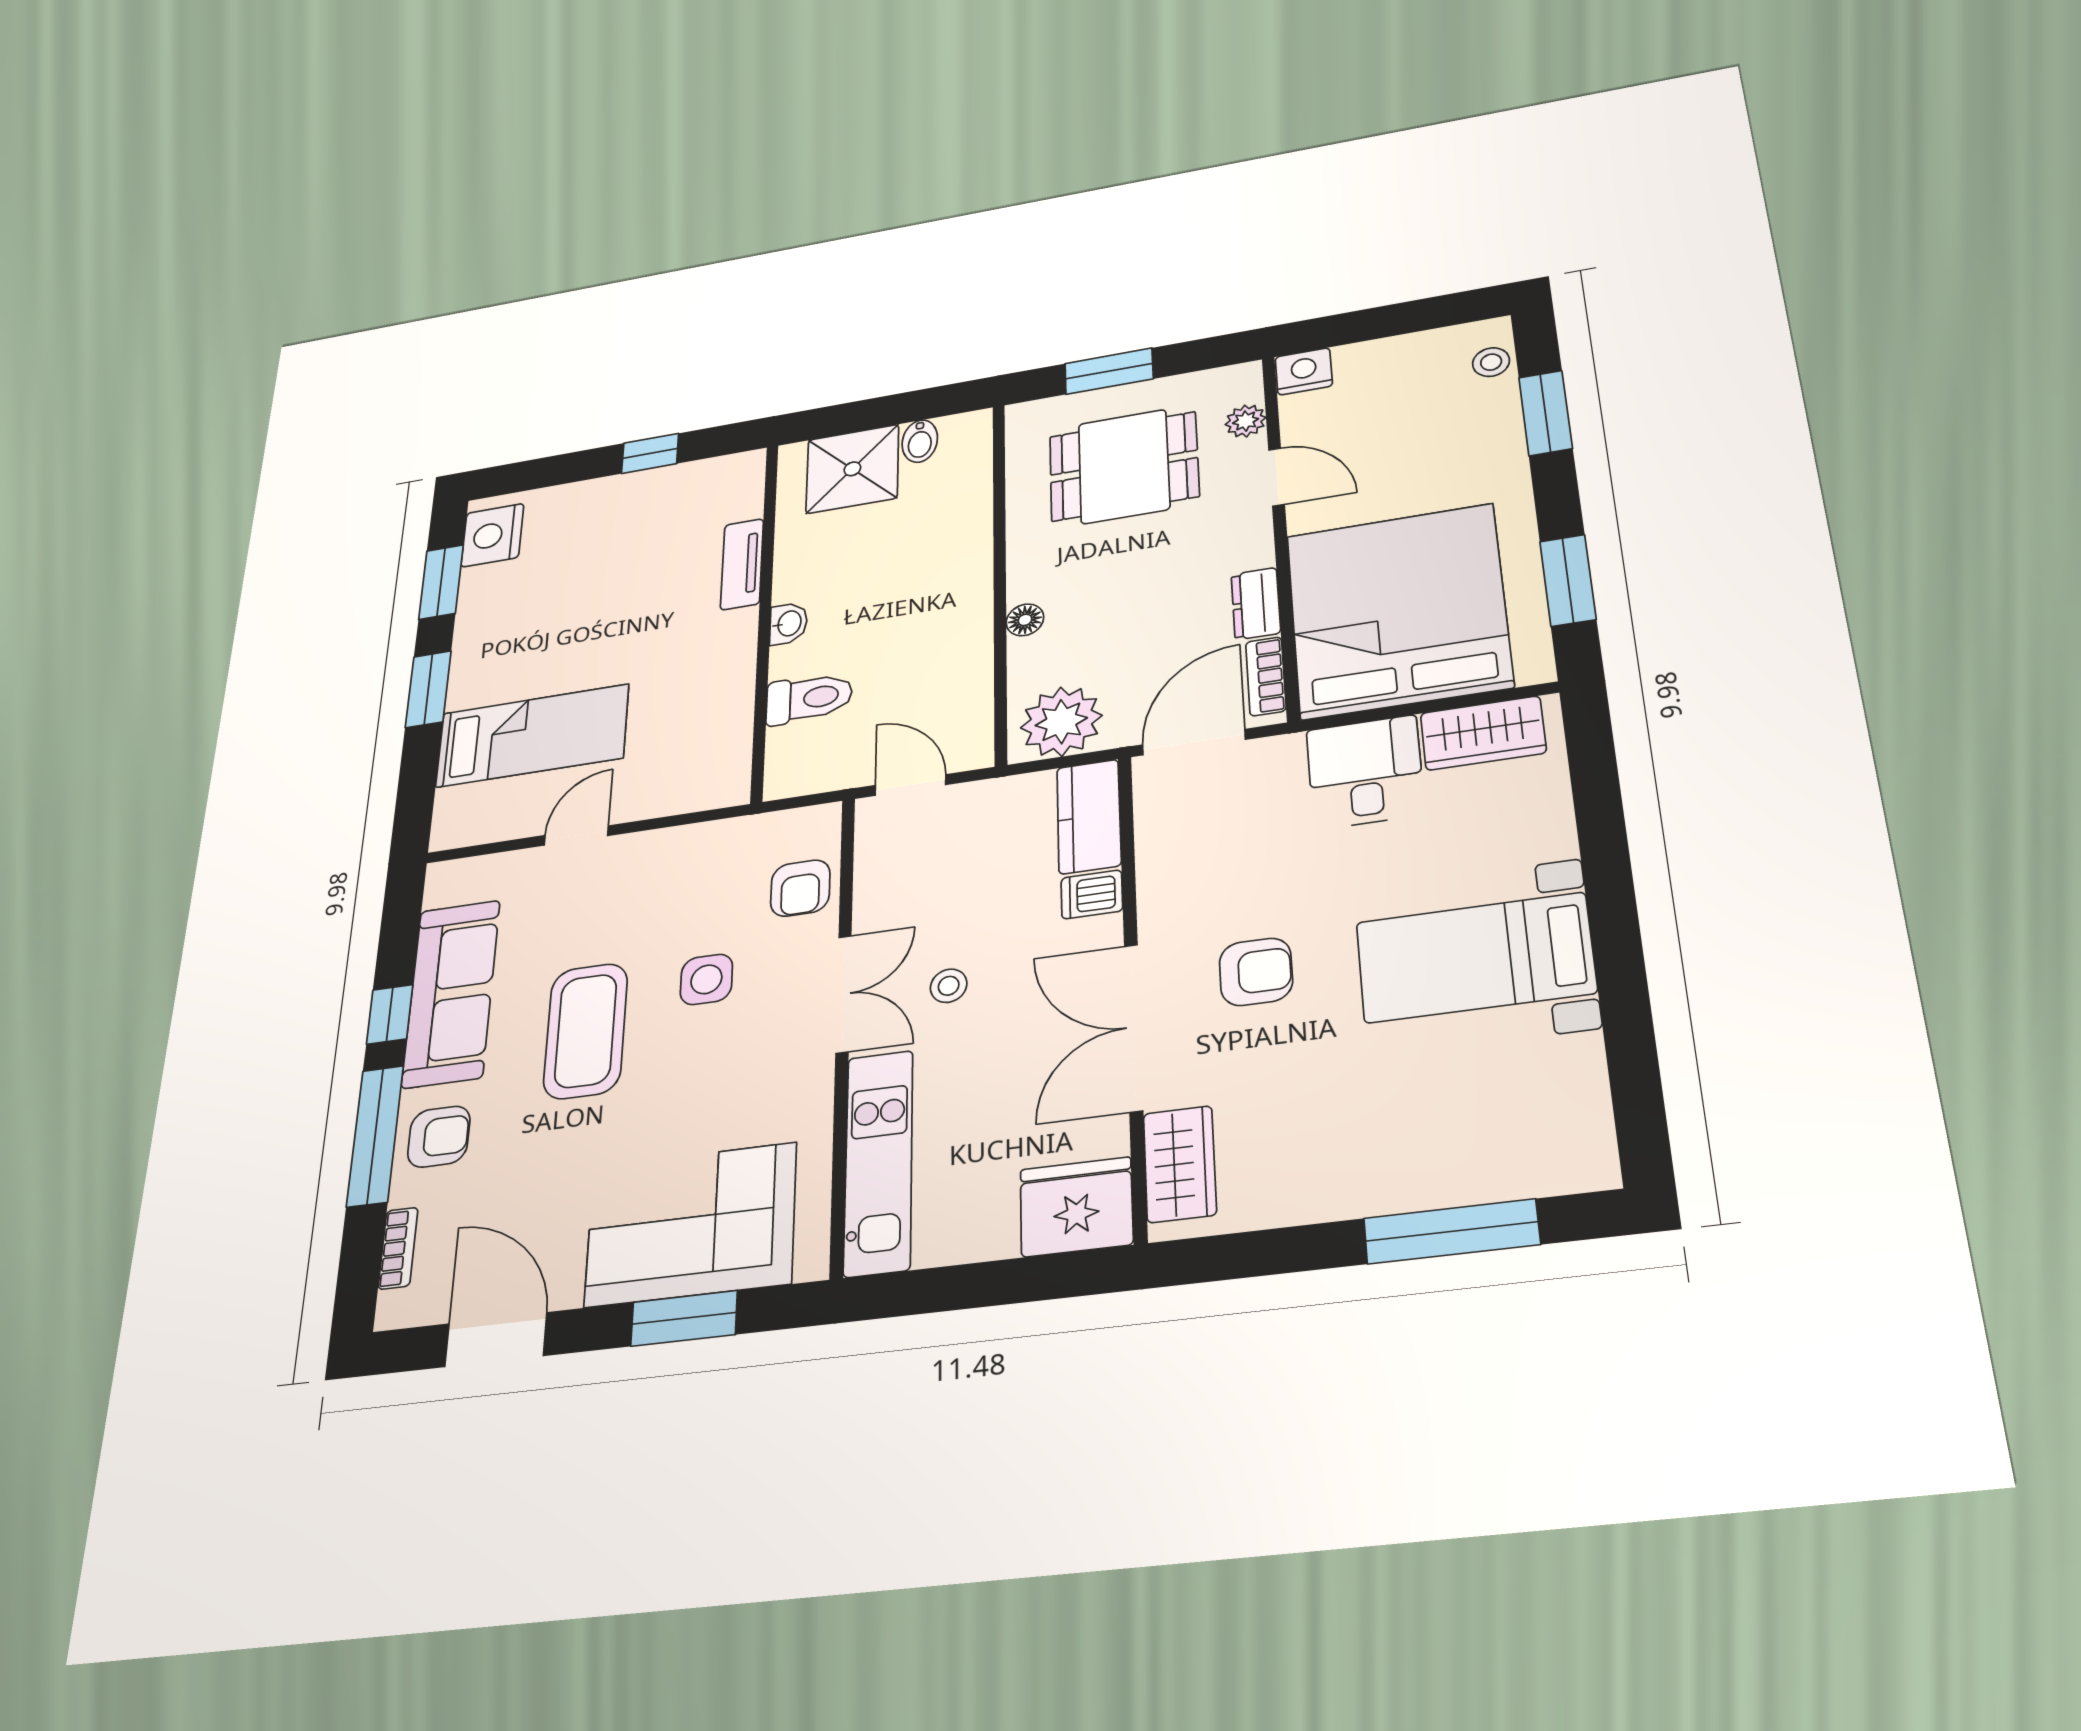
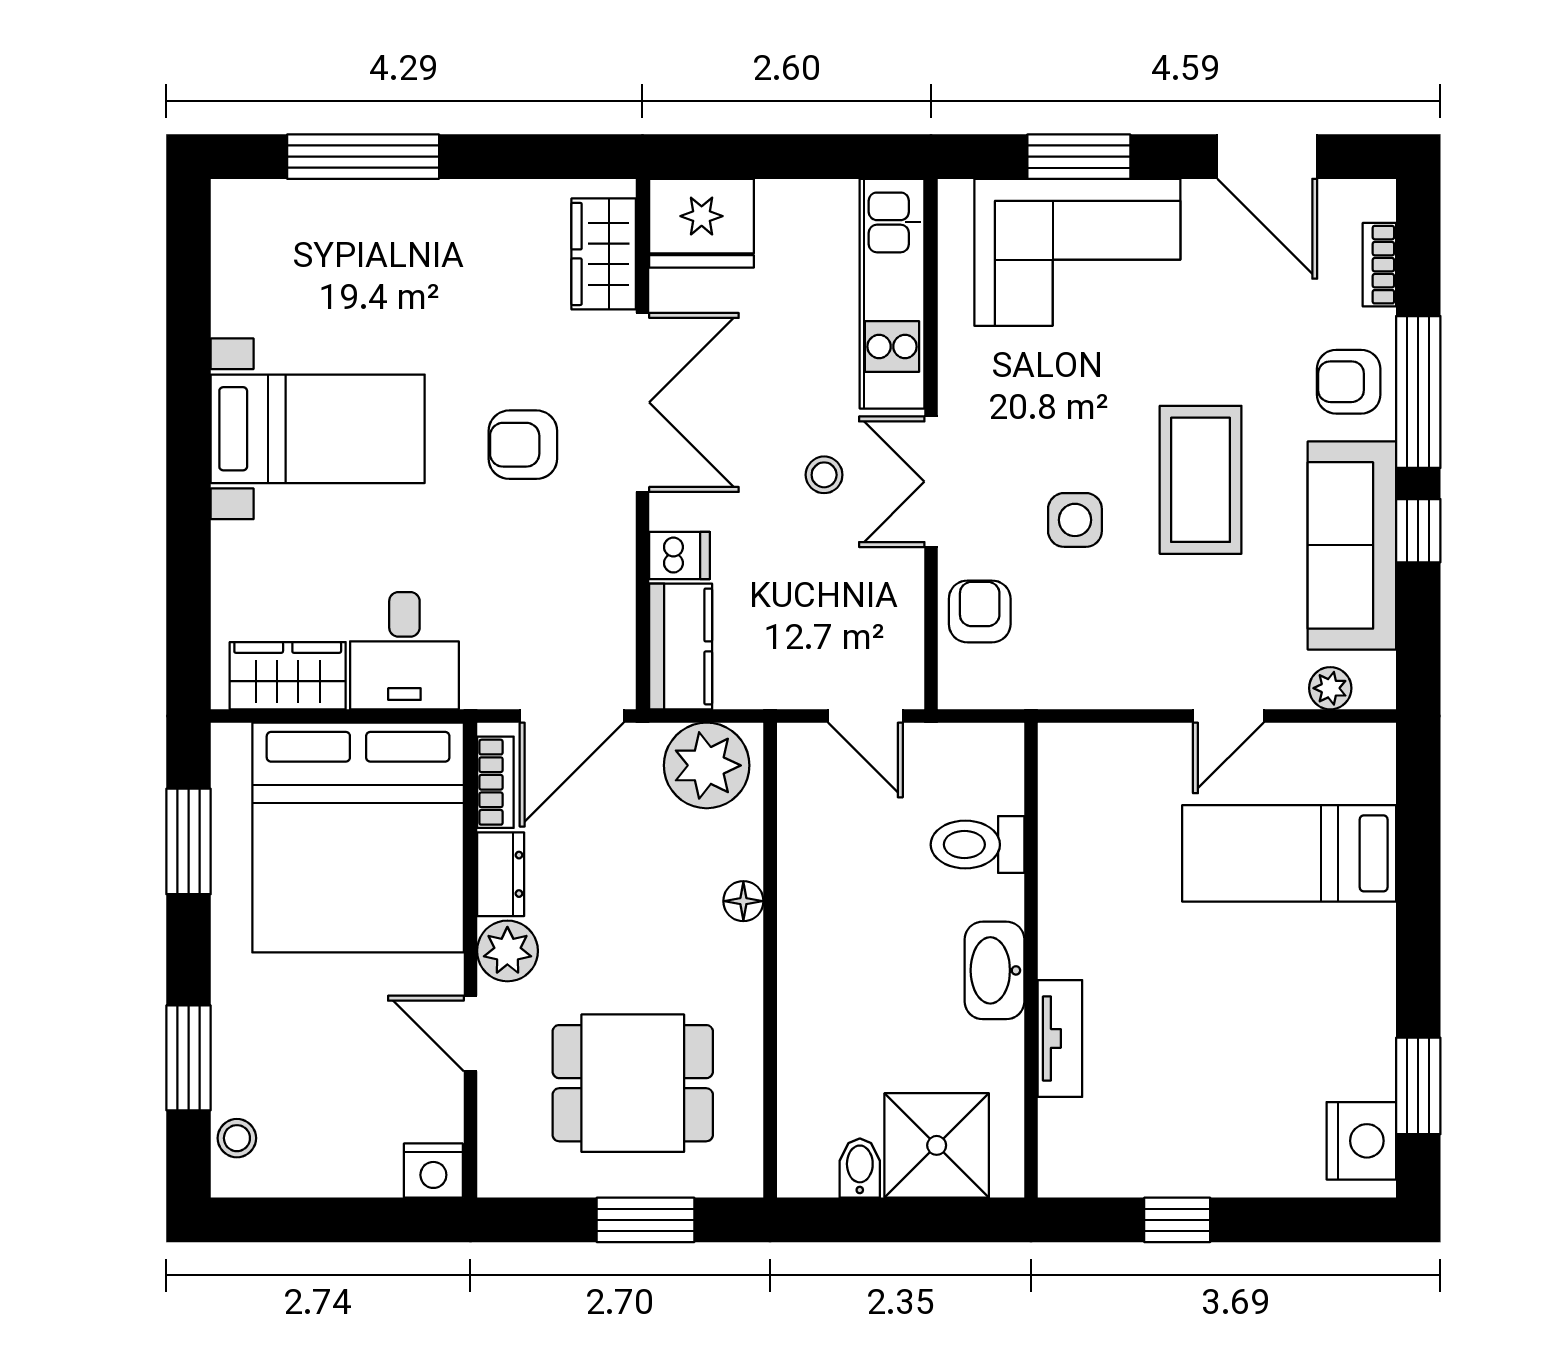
plant: (1246, 421) -> (507, 951), moved, width x1.38, depth x1.38
washbasin: (788, 624) -> (994, 970), width x1.91, depth x1.45
window: (428, 689) -> (1418, 938), removed
plant: (483, 872) -> (1330, 688), added

